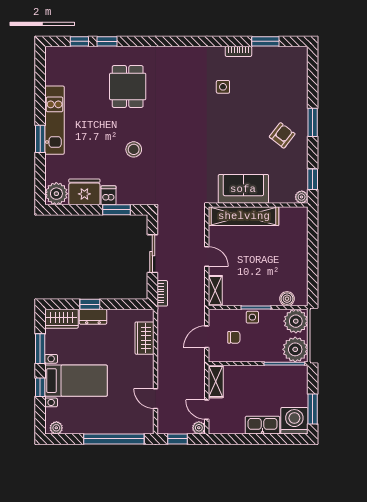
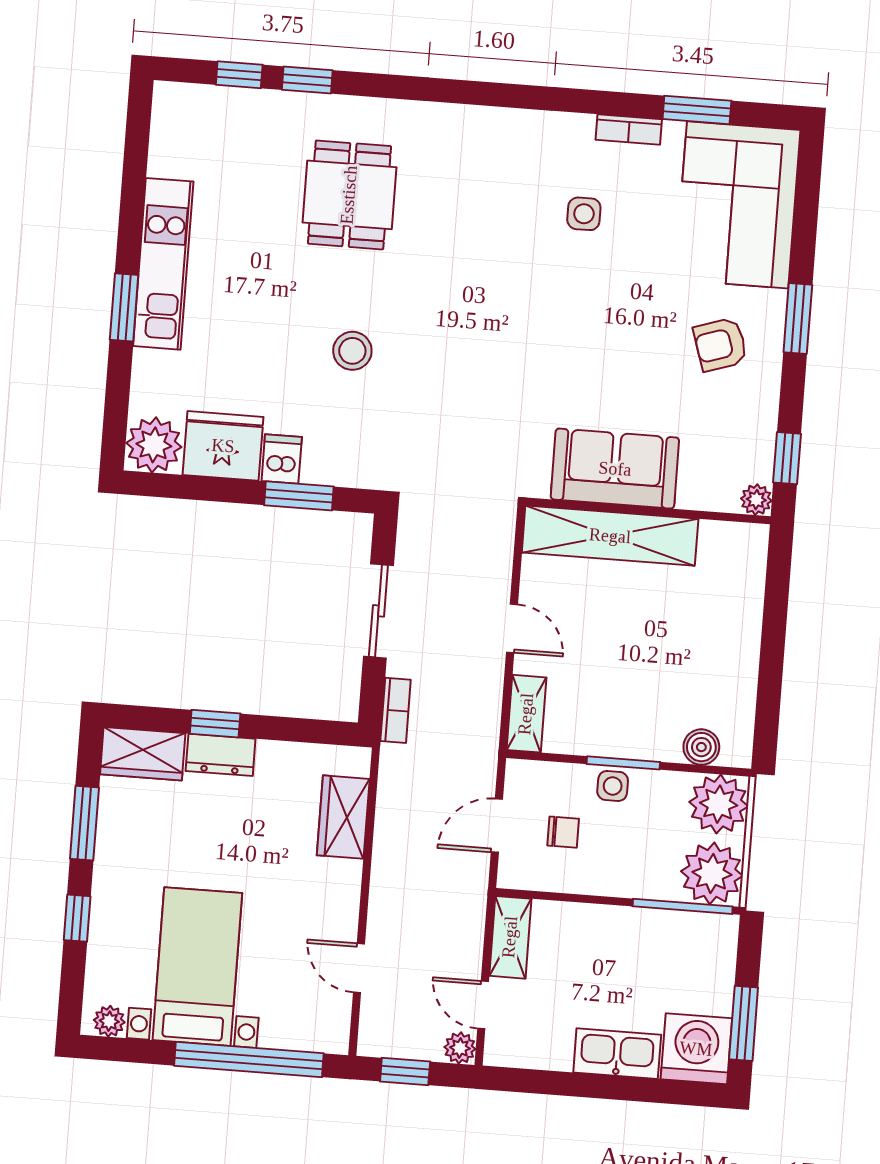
corner sofa: (285, 78) -> (738, 205), added
armchair: (282, 135) -> (720, 344), turned -146
bed with nightstands: (76, 381) -> (197, 967), moved, turned -90

